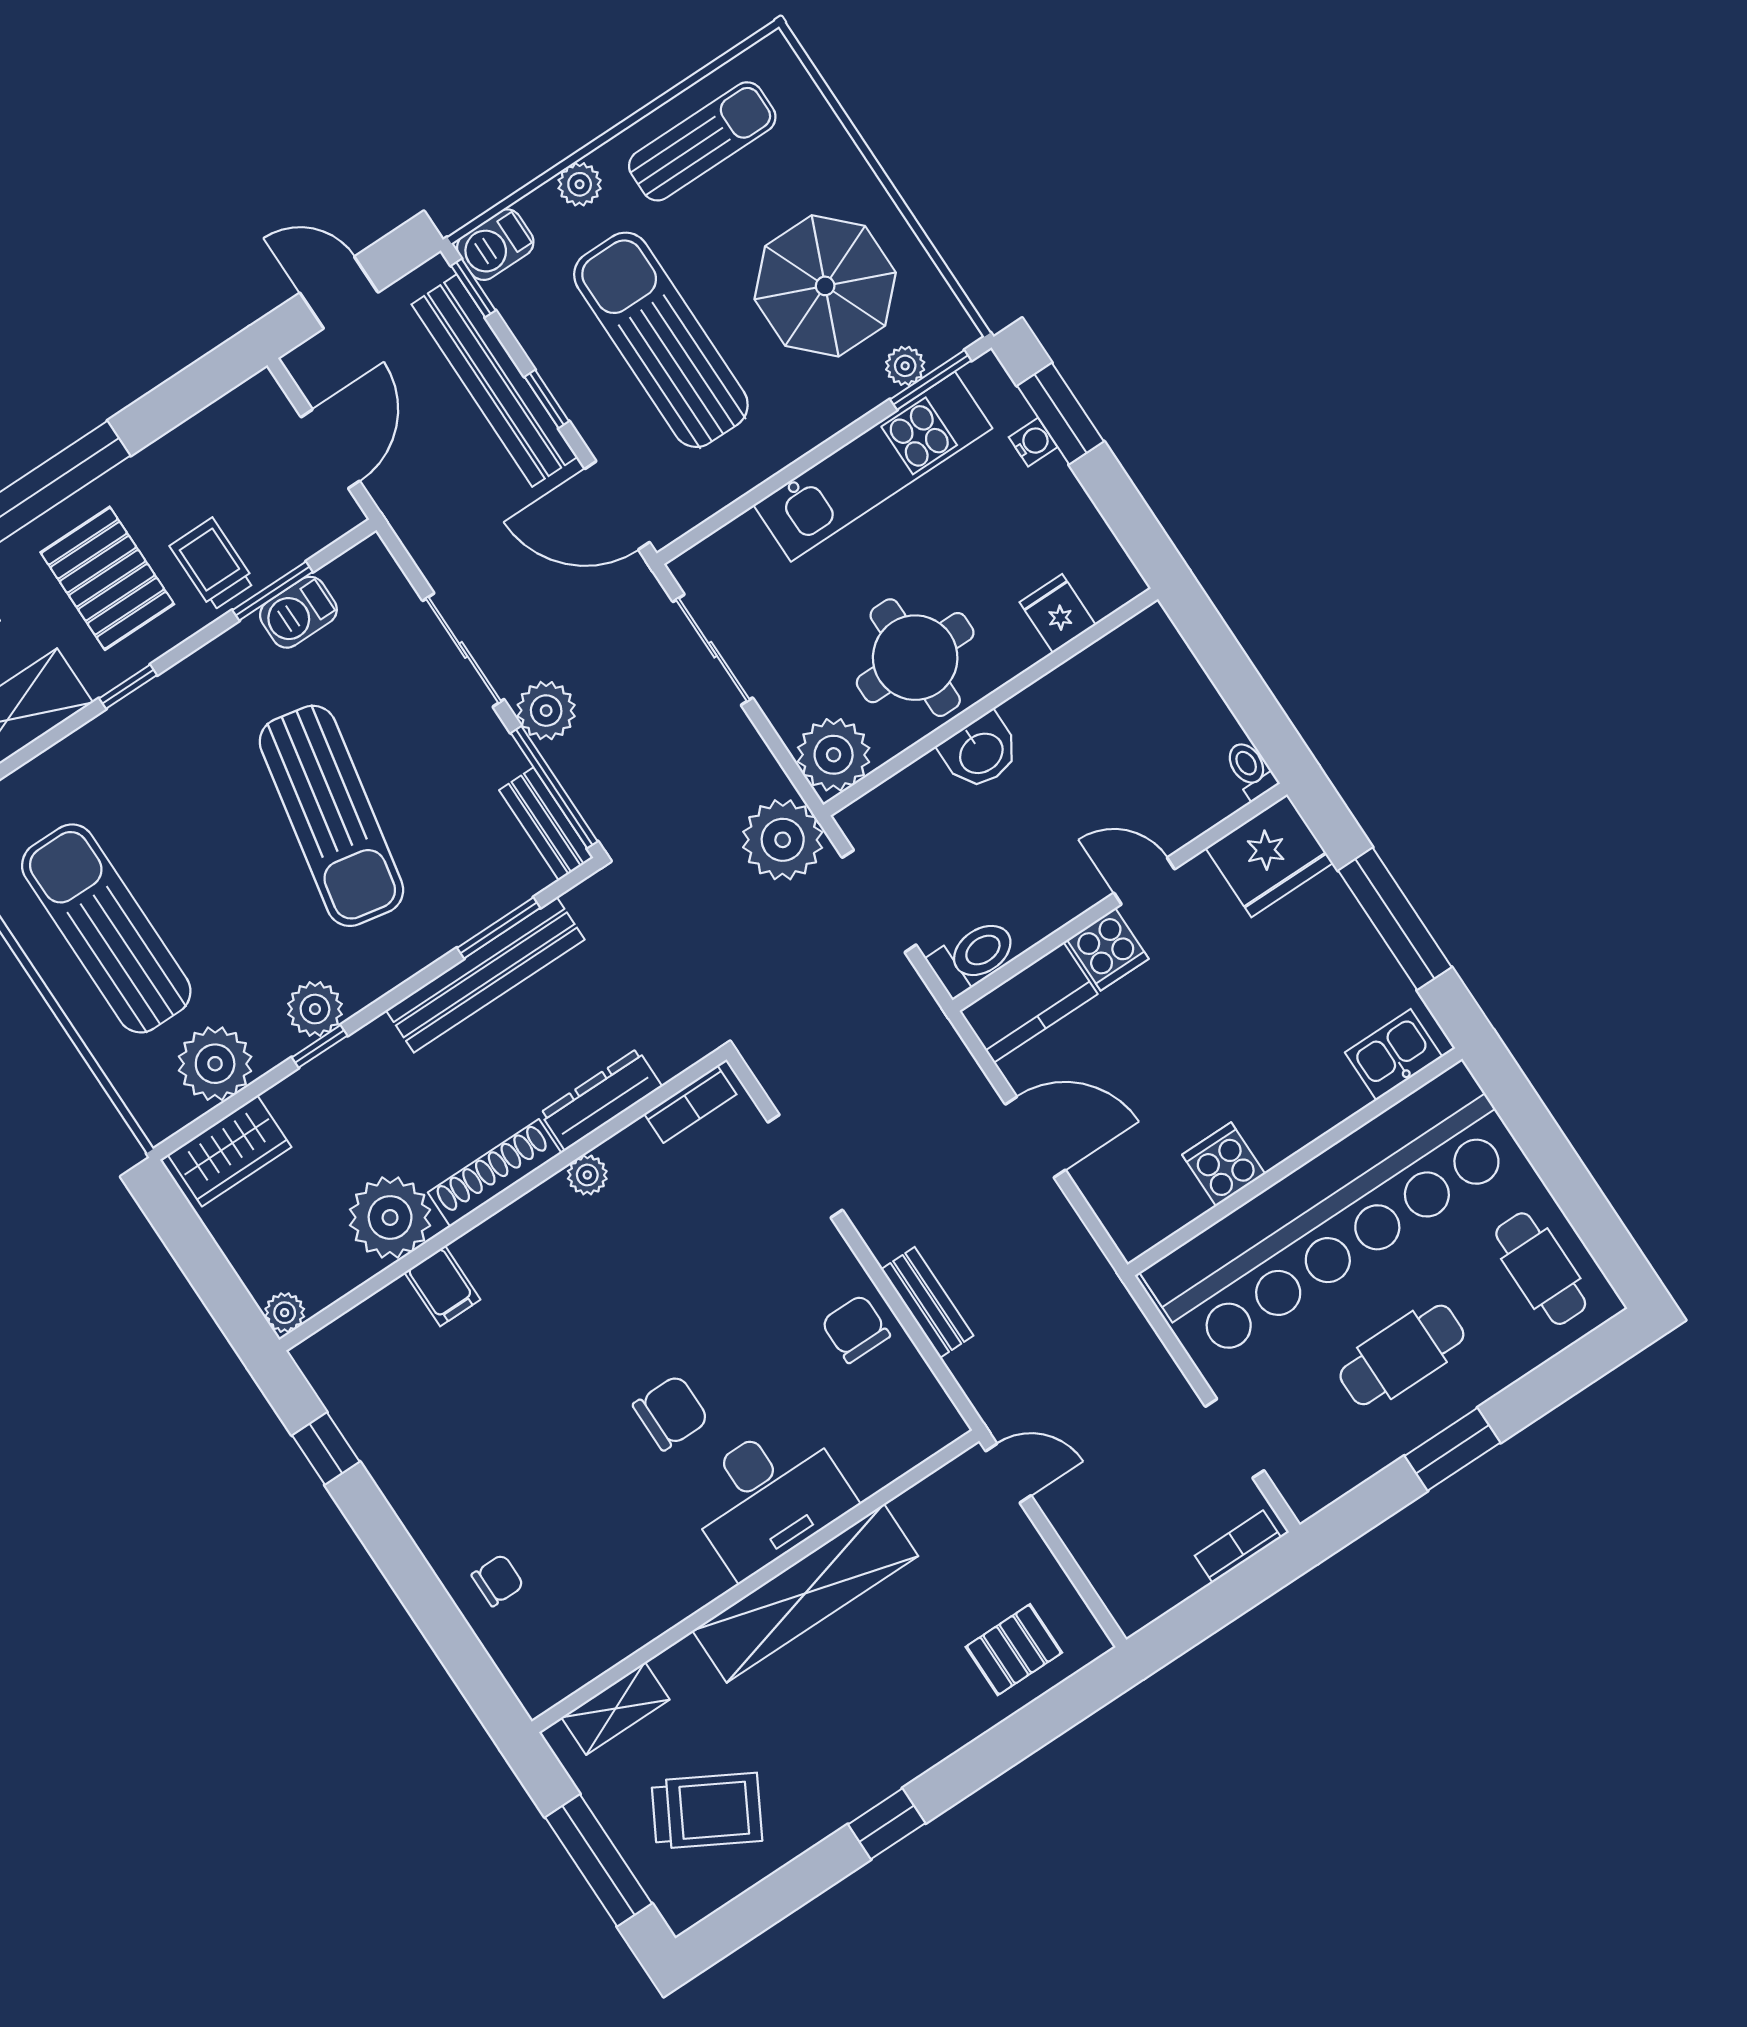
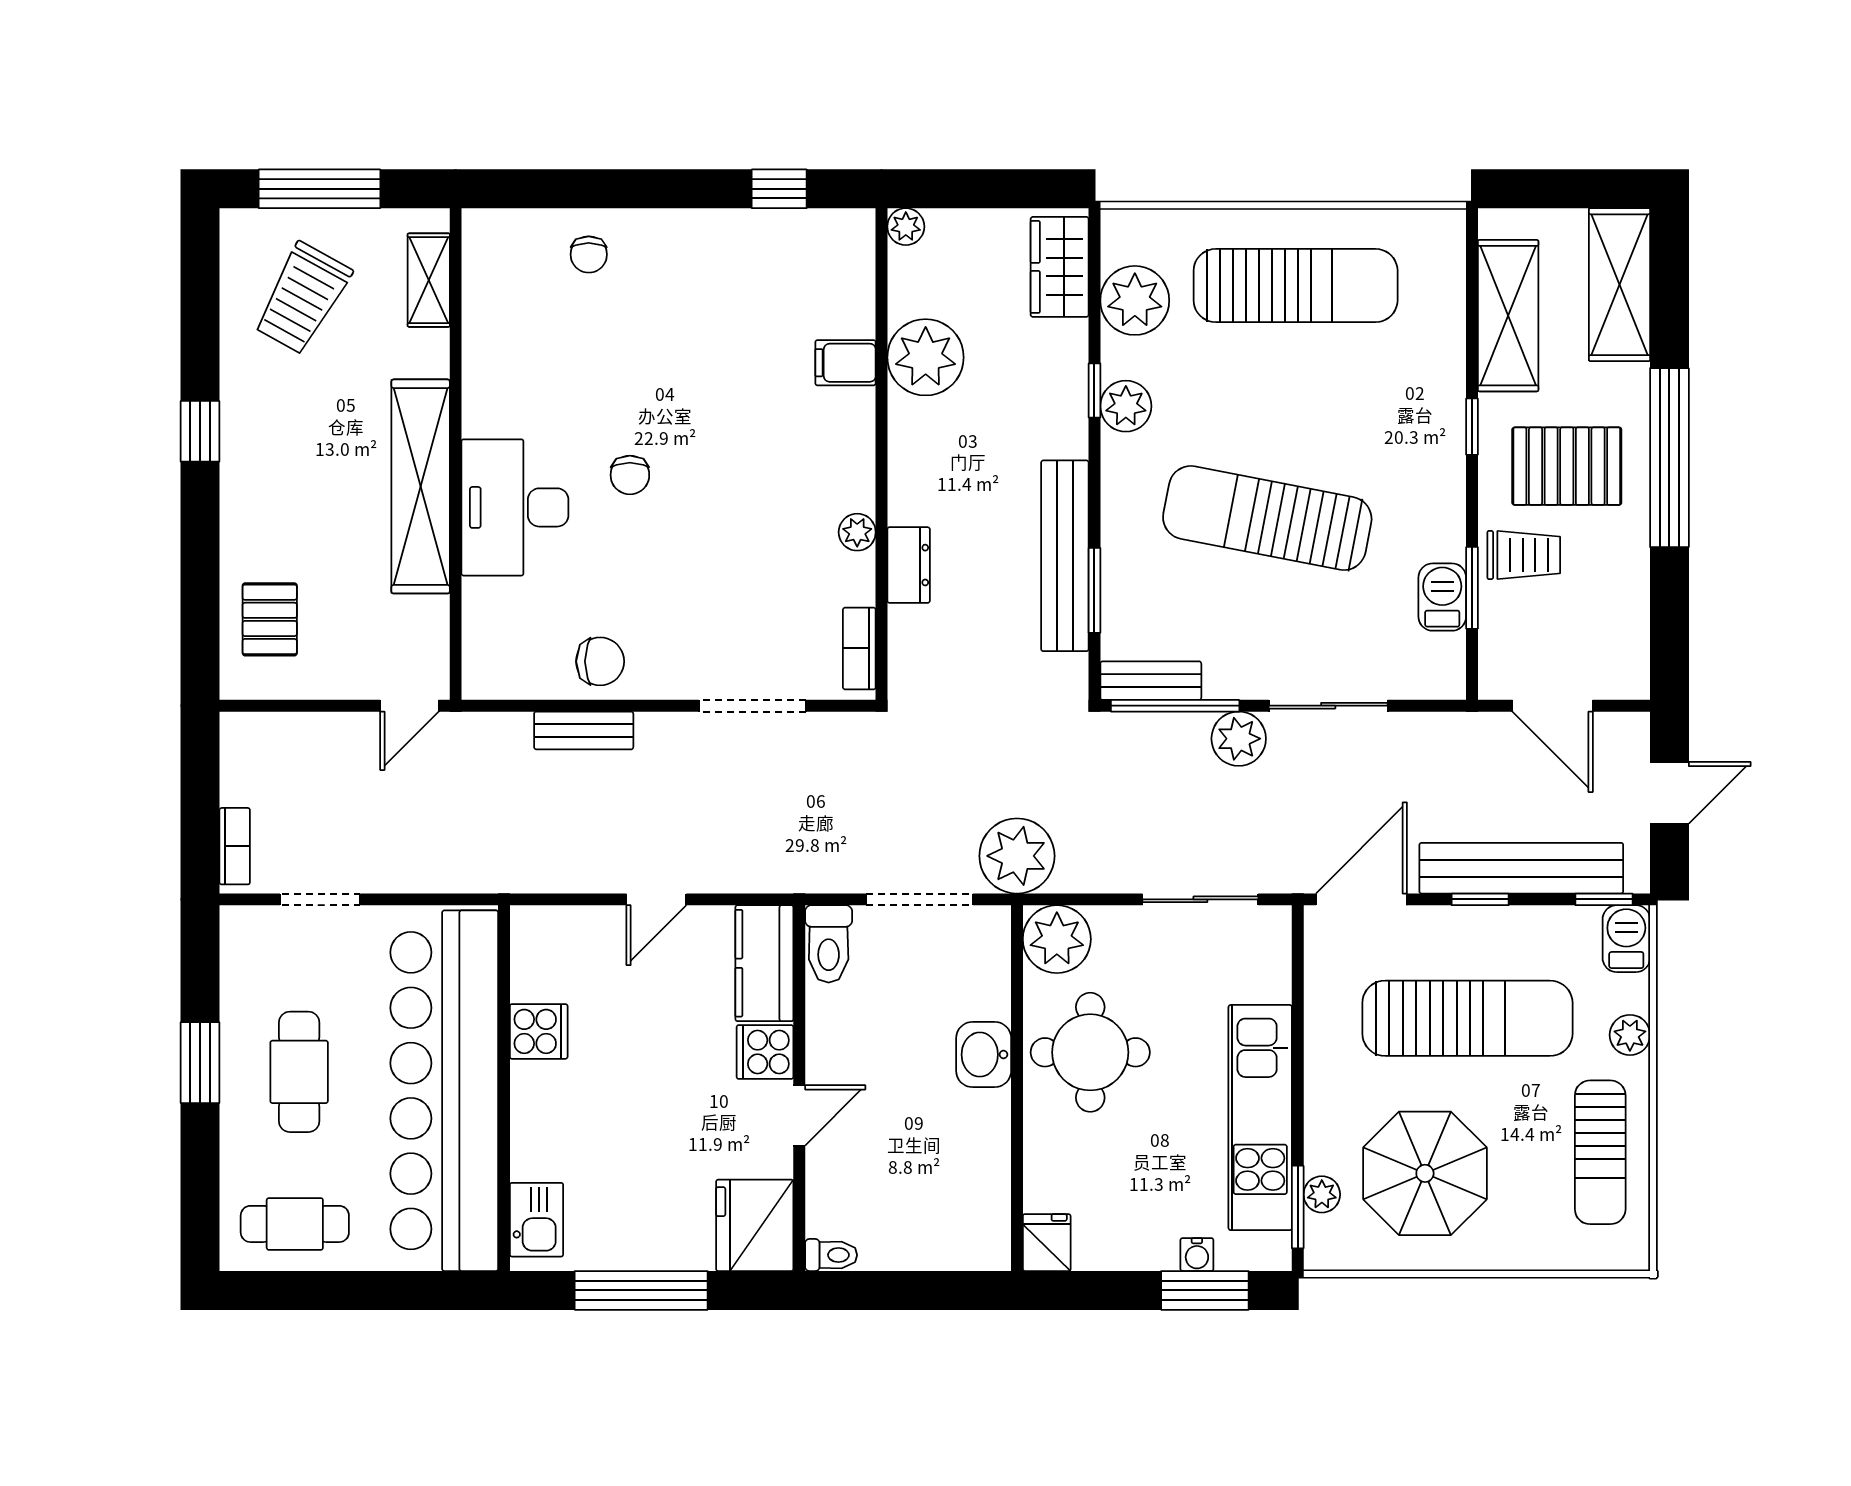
fridge: (1058, 614) -> (1047, 1243), moved, turned -90
dresser: (601, 1100) -> (909, 565), width x0.70
door: (1035, 1137) -> (656, 899), width x0.73
shoe rack: (495, 1173) -> (906, 461), removed
chair: (671, 1413) -> (630, 475), width x0.73, depth x0.73

